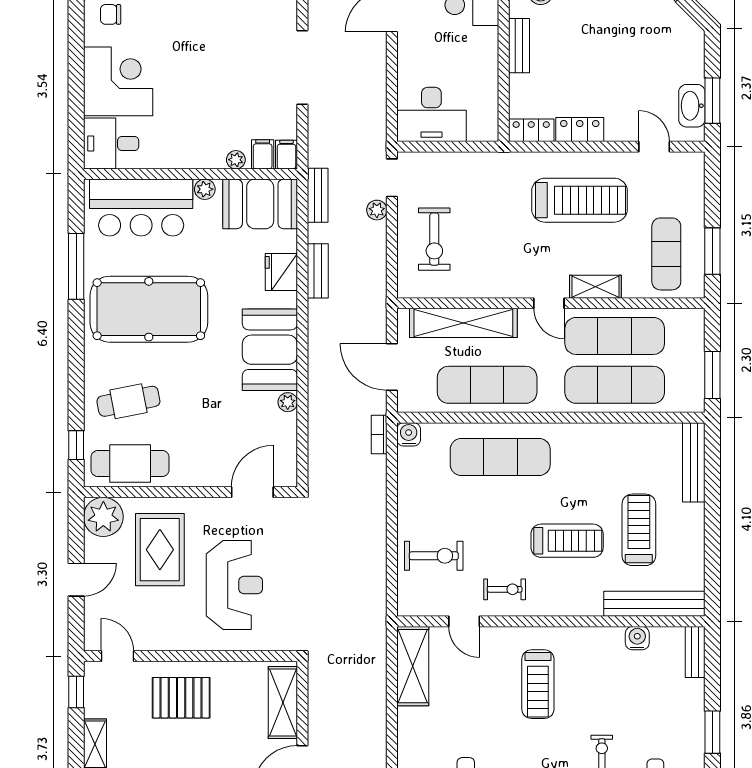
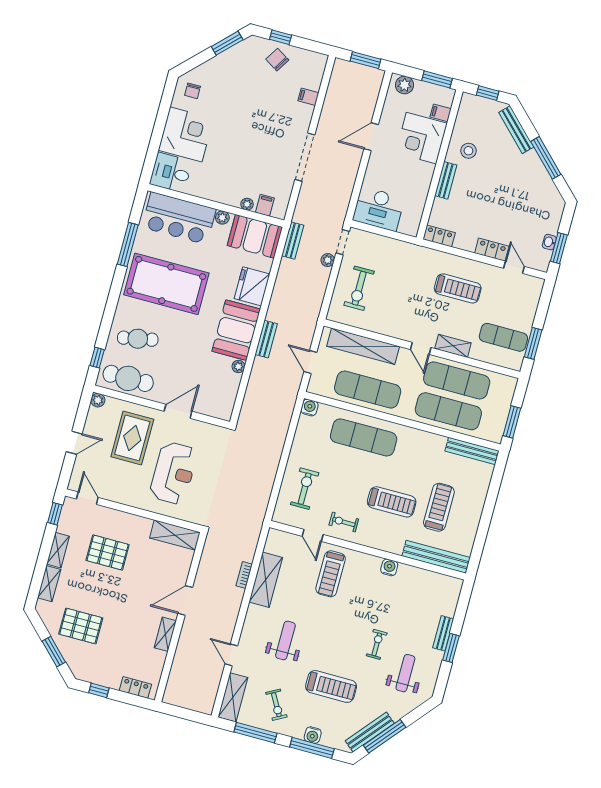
chair: (111, 14) -> (193, 91), turned -90
washbasin: (692, 106) -> (549, 242), width x0.52, depth x0.69
locker: (580, 130) -> (492, 250), moved
filing cabinet: (286, 155) -> (280, 209), removed
treadmill: (580, 200) -> (458, 288), width x0.73, depth x0.73
exercise mat: (666, 254) -> (503, 337), turned 90
bench: (318, 271) -> (266, 339), moved
fridge: (281, 272) -> (252, 286), width x1.36, depth x1.34
door: (392, 367) -> (310, 362), width x0.73
bookcase: (379, 435) -> (244, 575), moved
bench: (694, 462) -> (472, 451), moved, turned 90
door: (252, 492) -> (178, 411), moved
plant: (103, 517) -> (98, 400), width x0.53, depth x0.53
exercise bike: (434, 556) -> (305, 489), turned -90
exercise bike: (505, 589) -> (344, 522), turned 180
water cooler: (637, 638) -> (389, 567), moved
bench: (695, 652) -> (443, 633), moved
shelving: (413, 666) -> (266, 580), moved
treadmill: (538, 684) -> (331, 574), moved
pallet: (181, 698) -> (108, 553), moved
shelving: (283, 702) -> (175, 535), moved, turned 90

